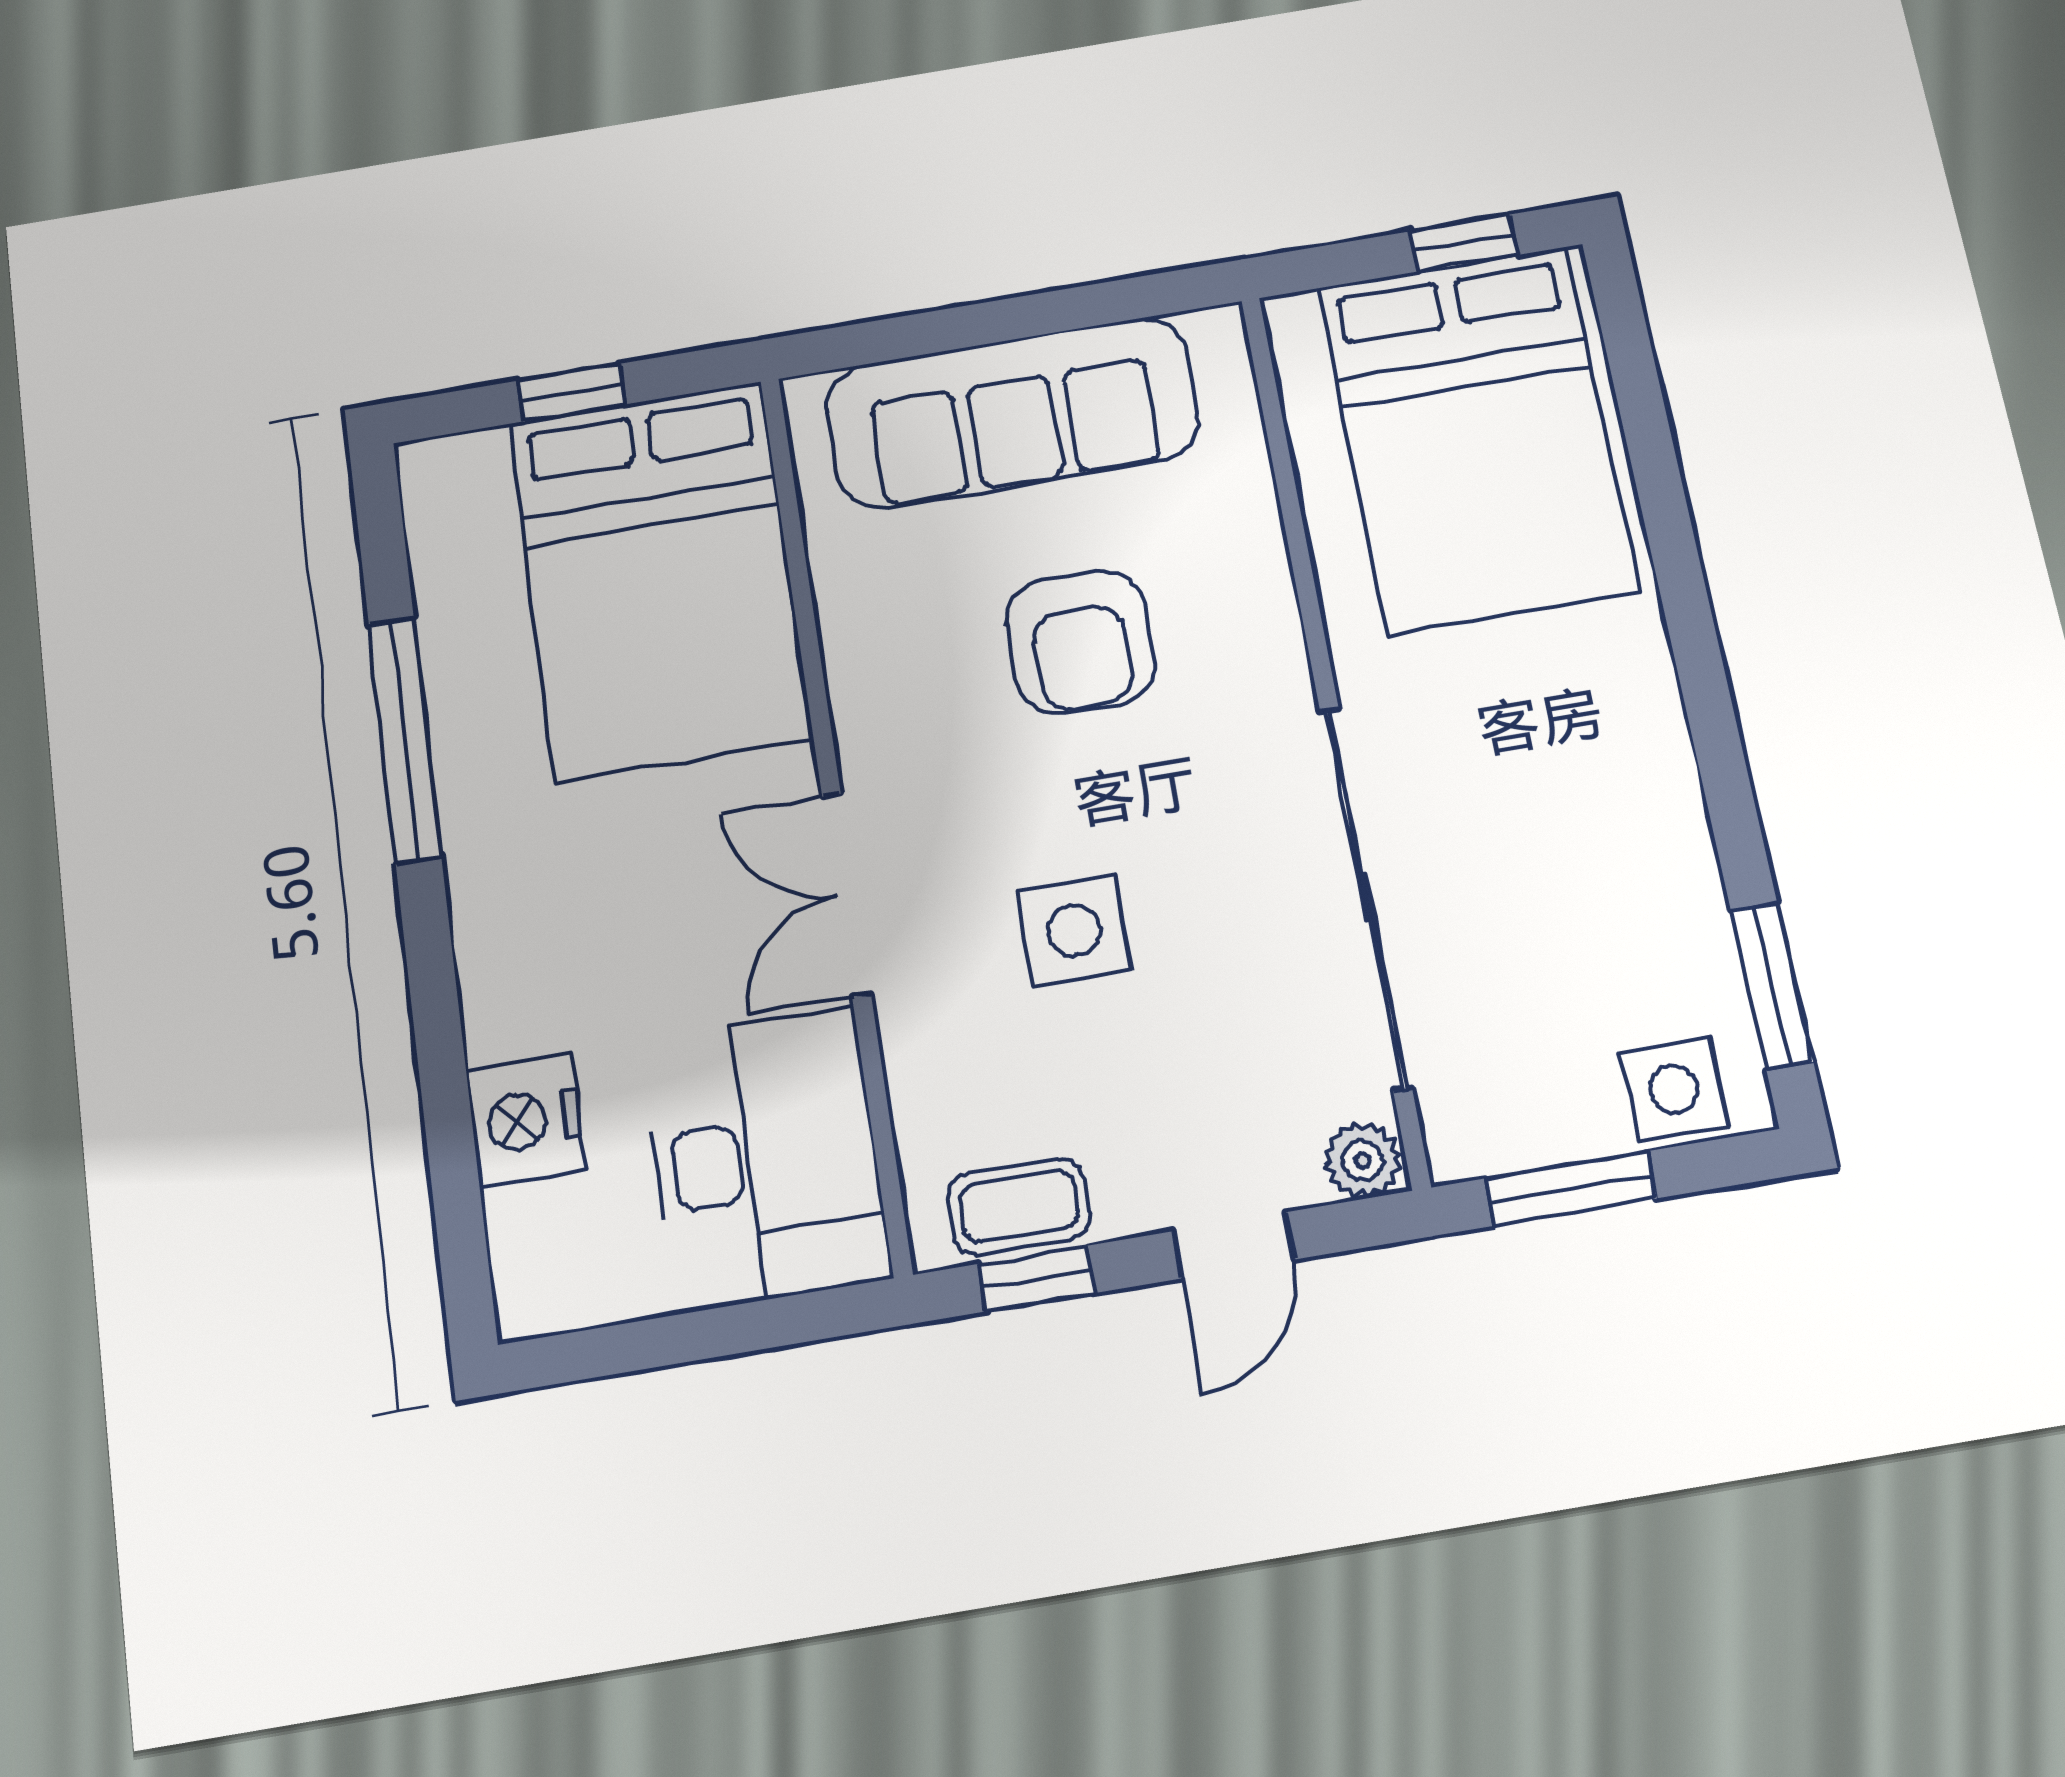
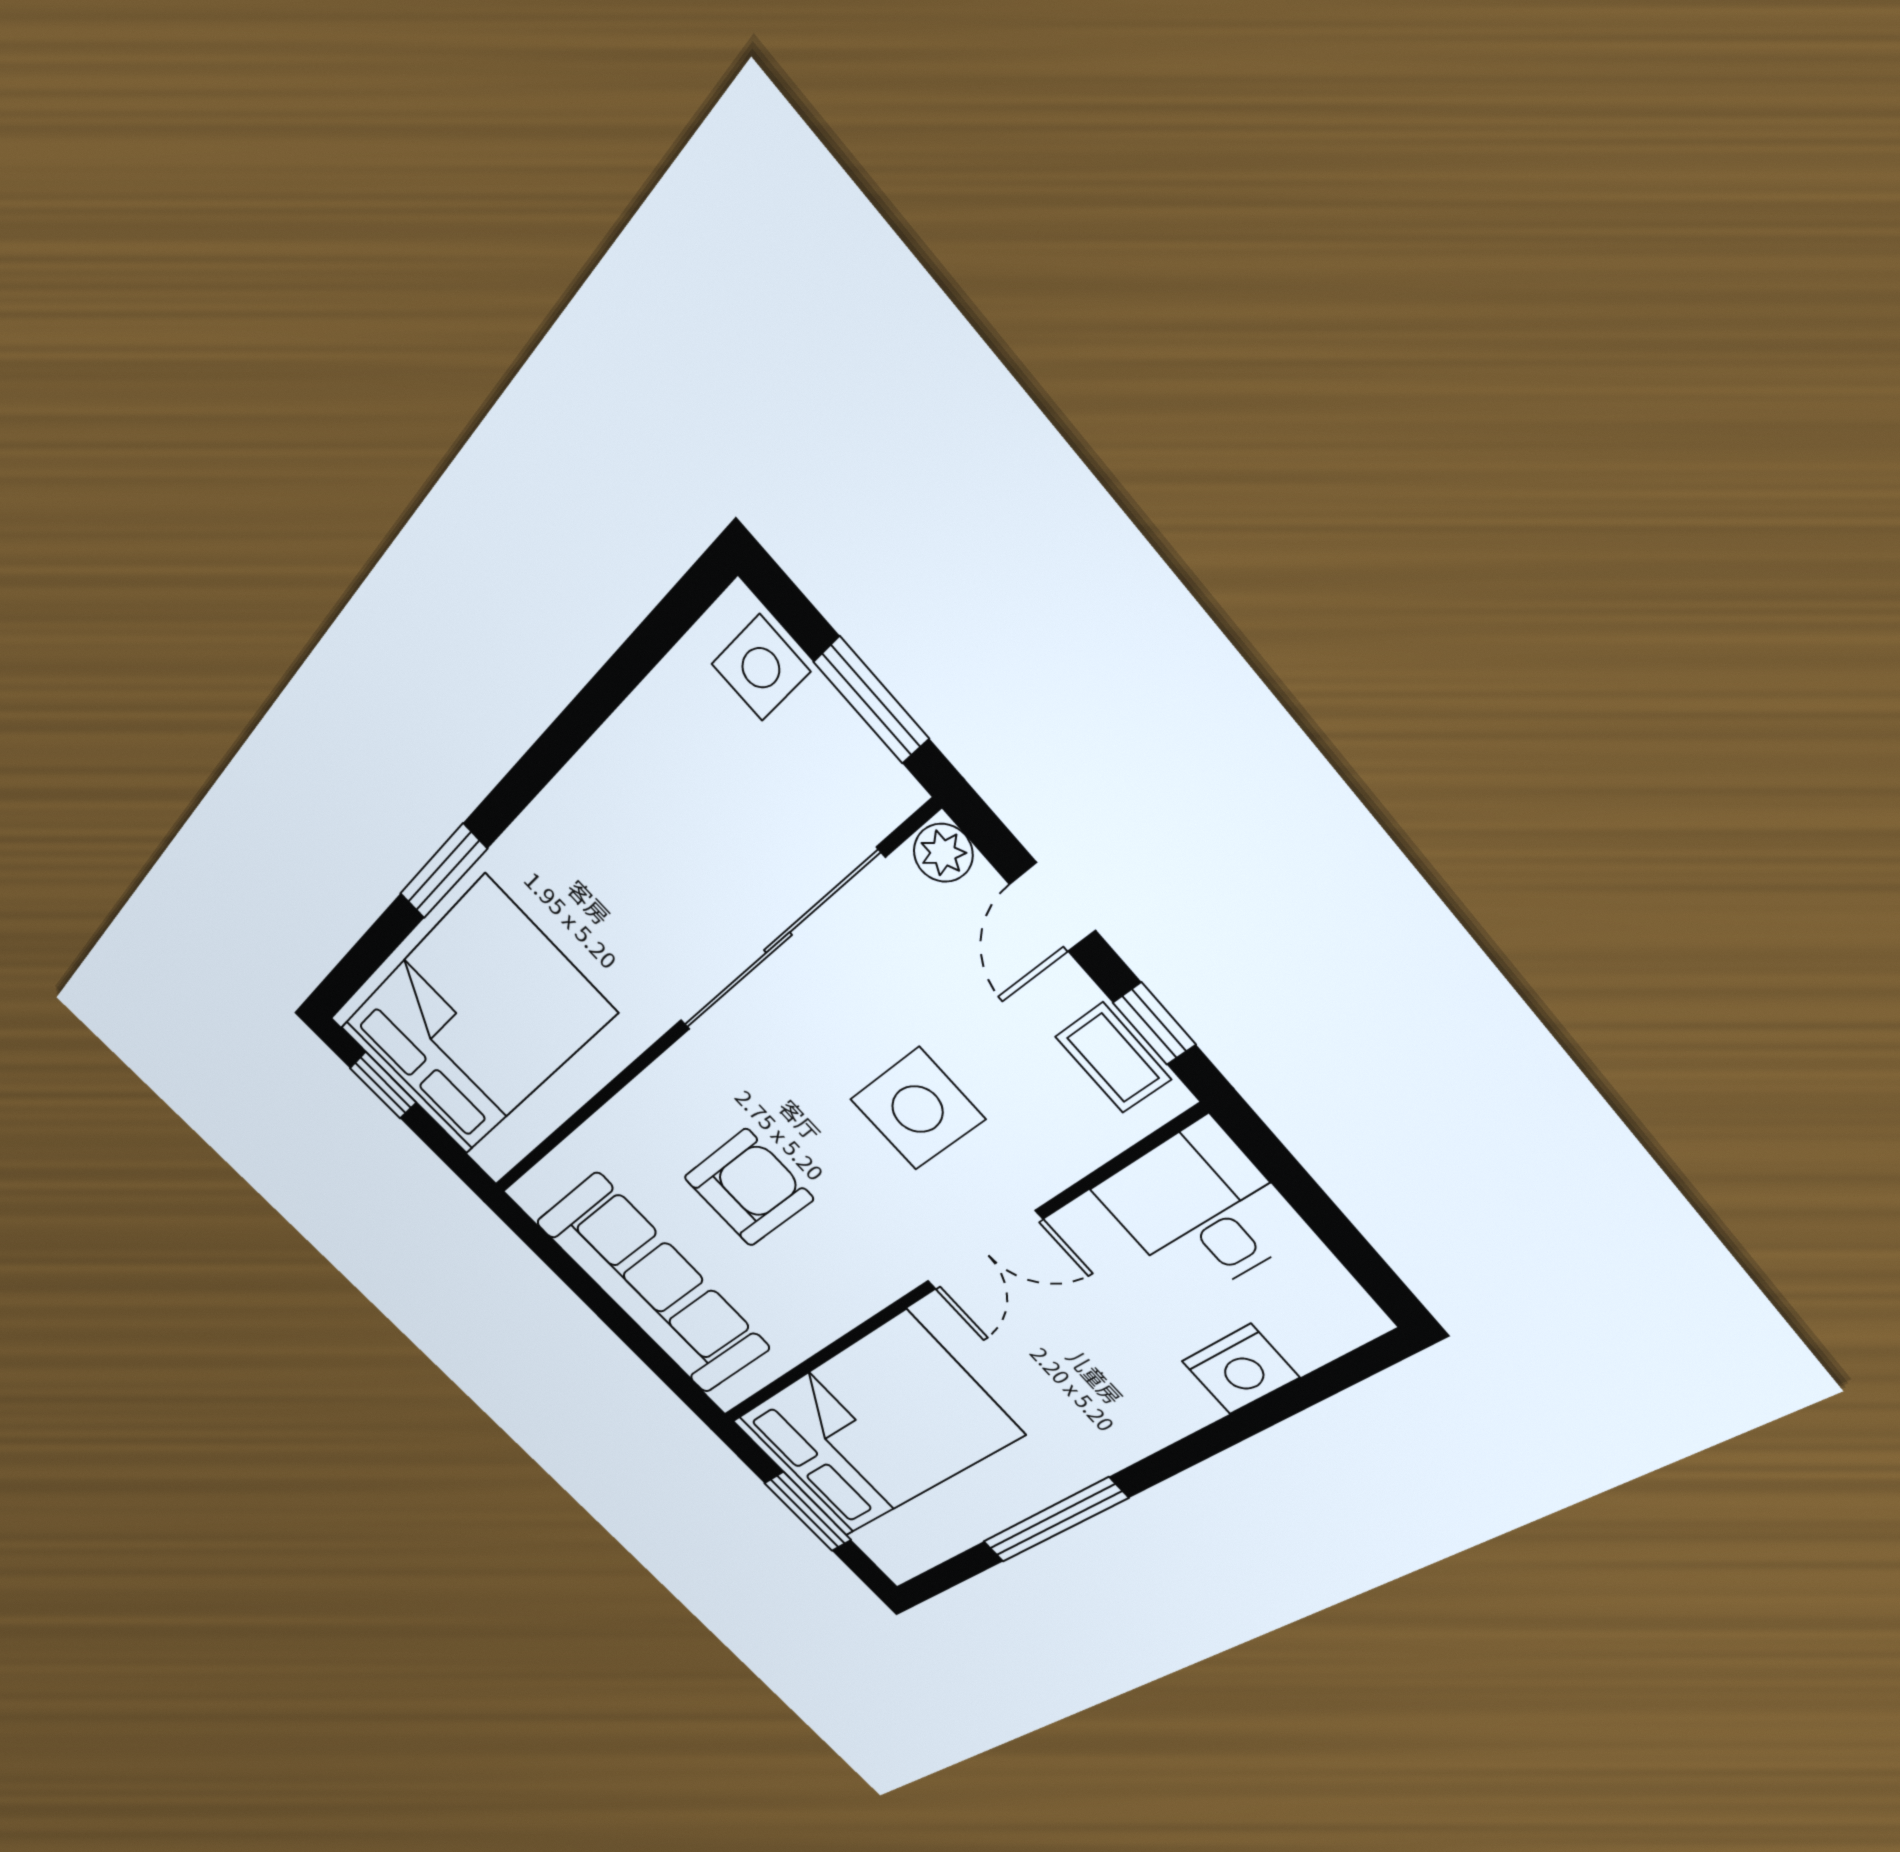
window: (572, 393) -> (808, 1511), width x1.50
side table: (1074, 931) -> (917, 1109), width x1.37, depth x1.37
window: (1772, 986) -> (443, 871), moved
desk: (766, 1158) -> (1200, 1211), width x0.73
door: (1234, 1245) -> (1053, 907), swing flipped

